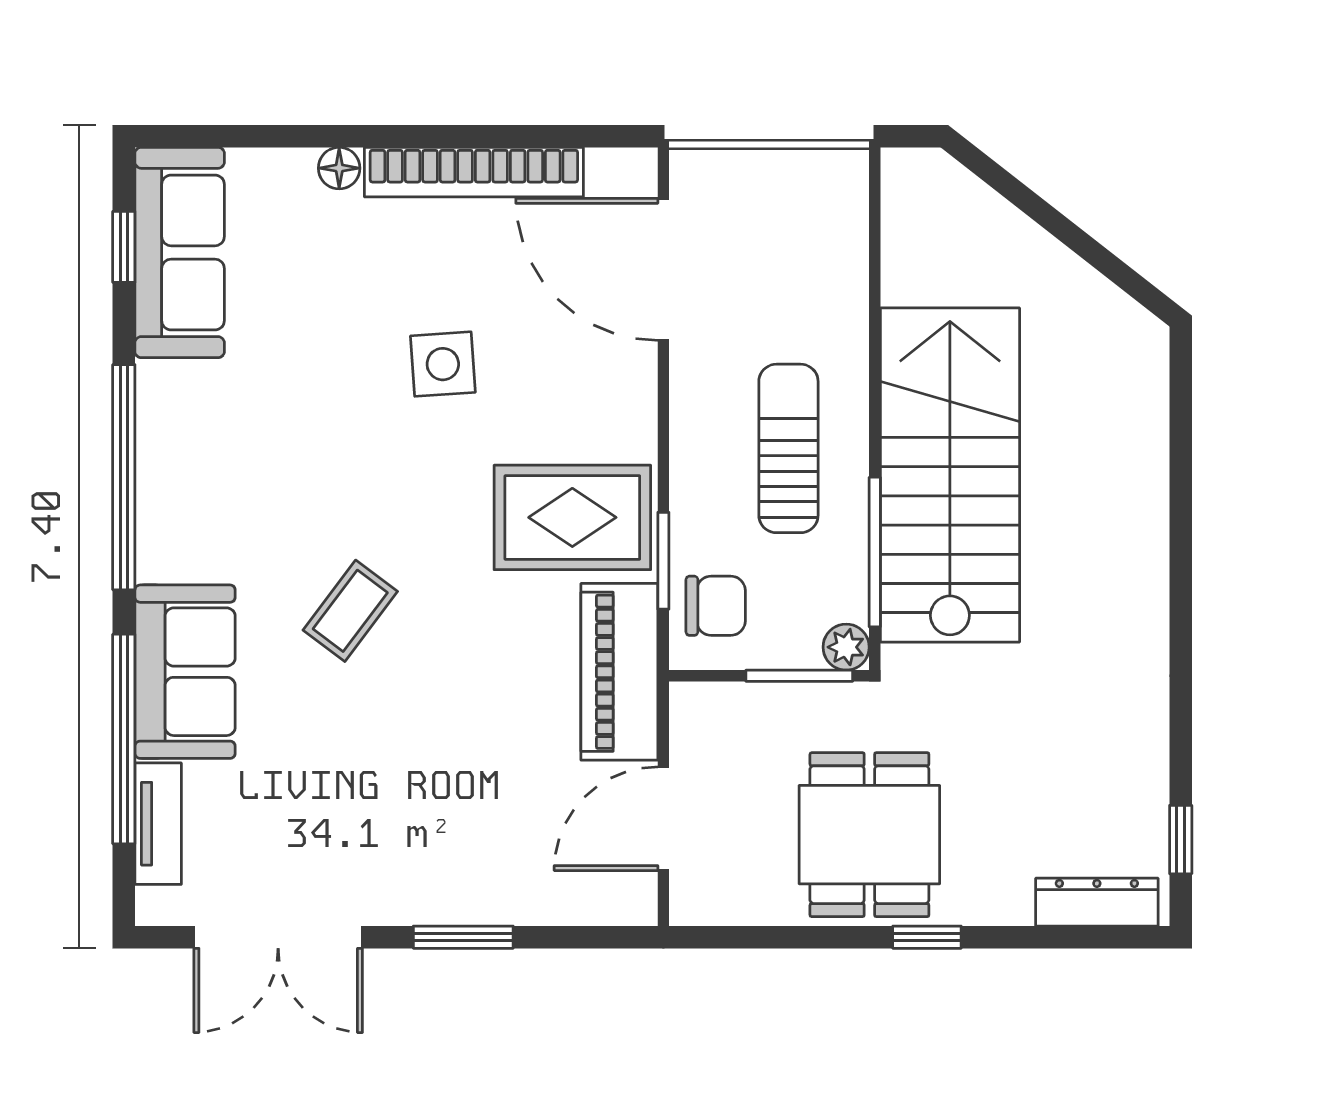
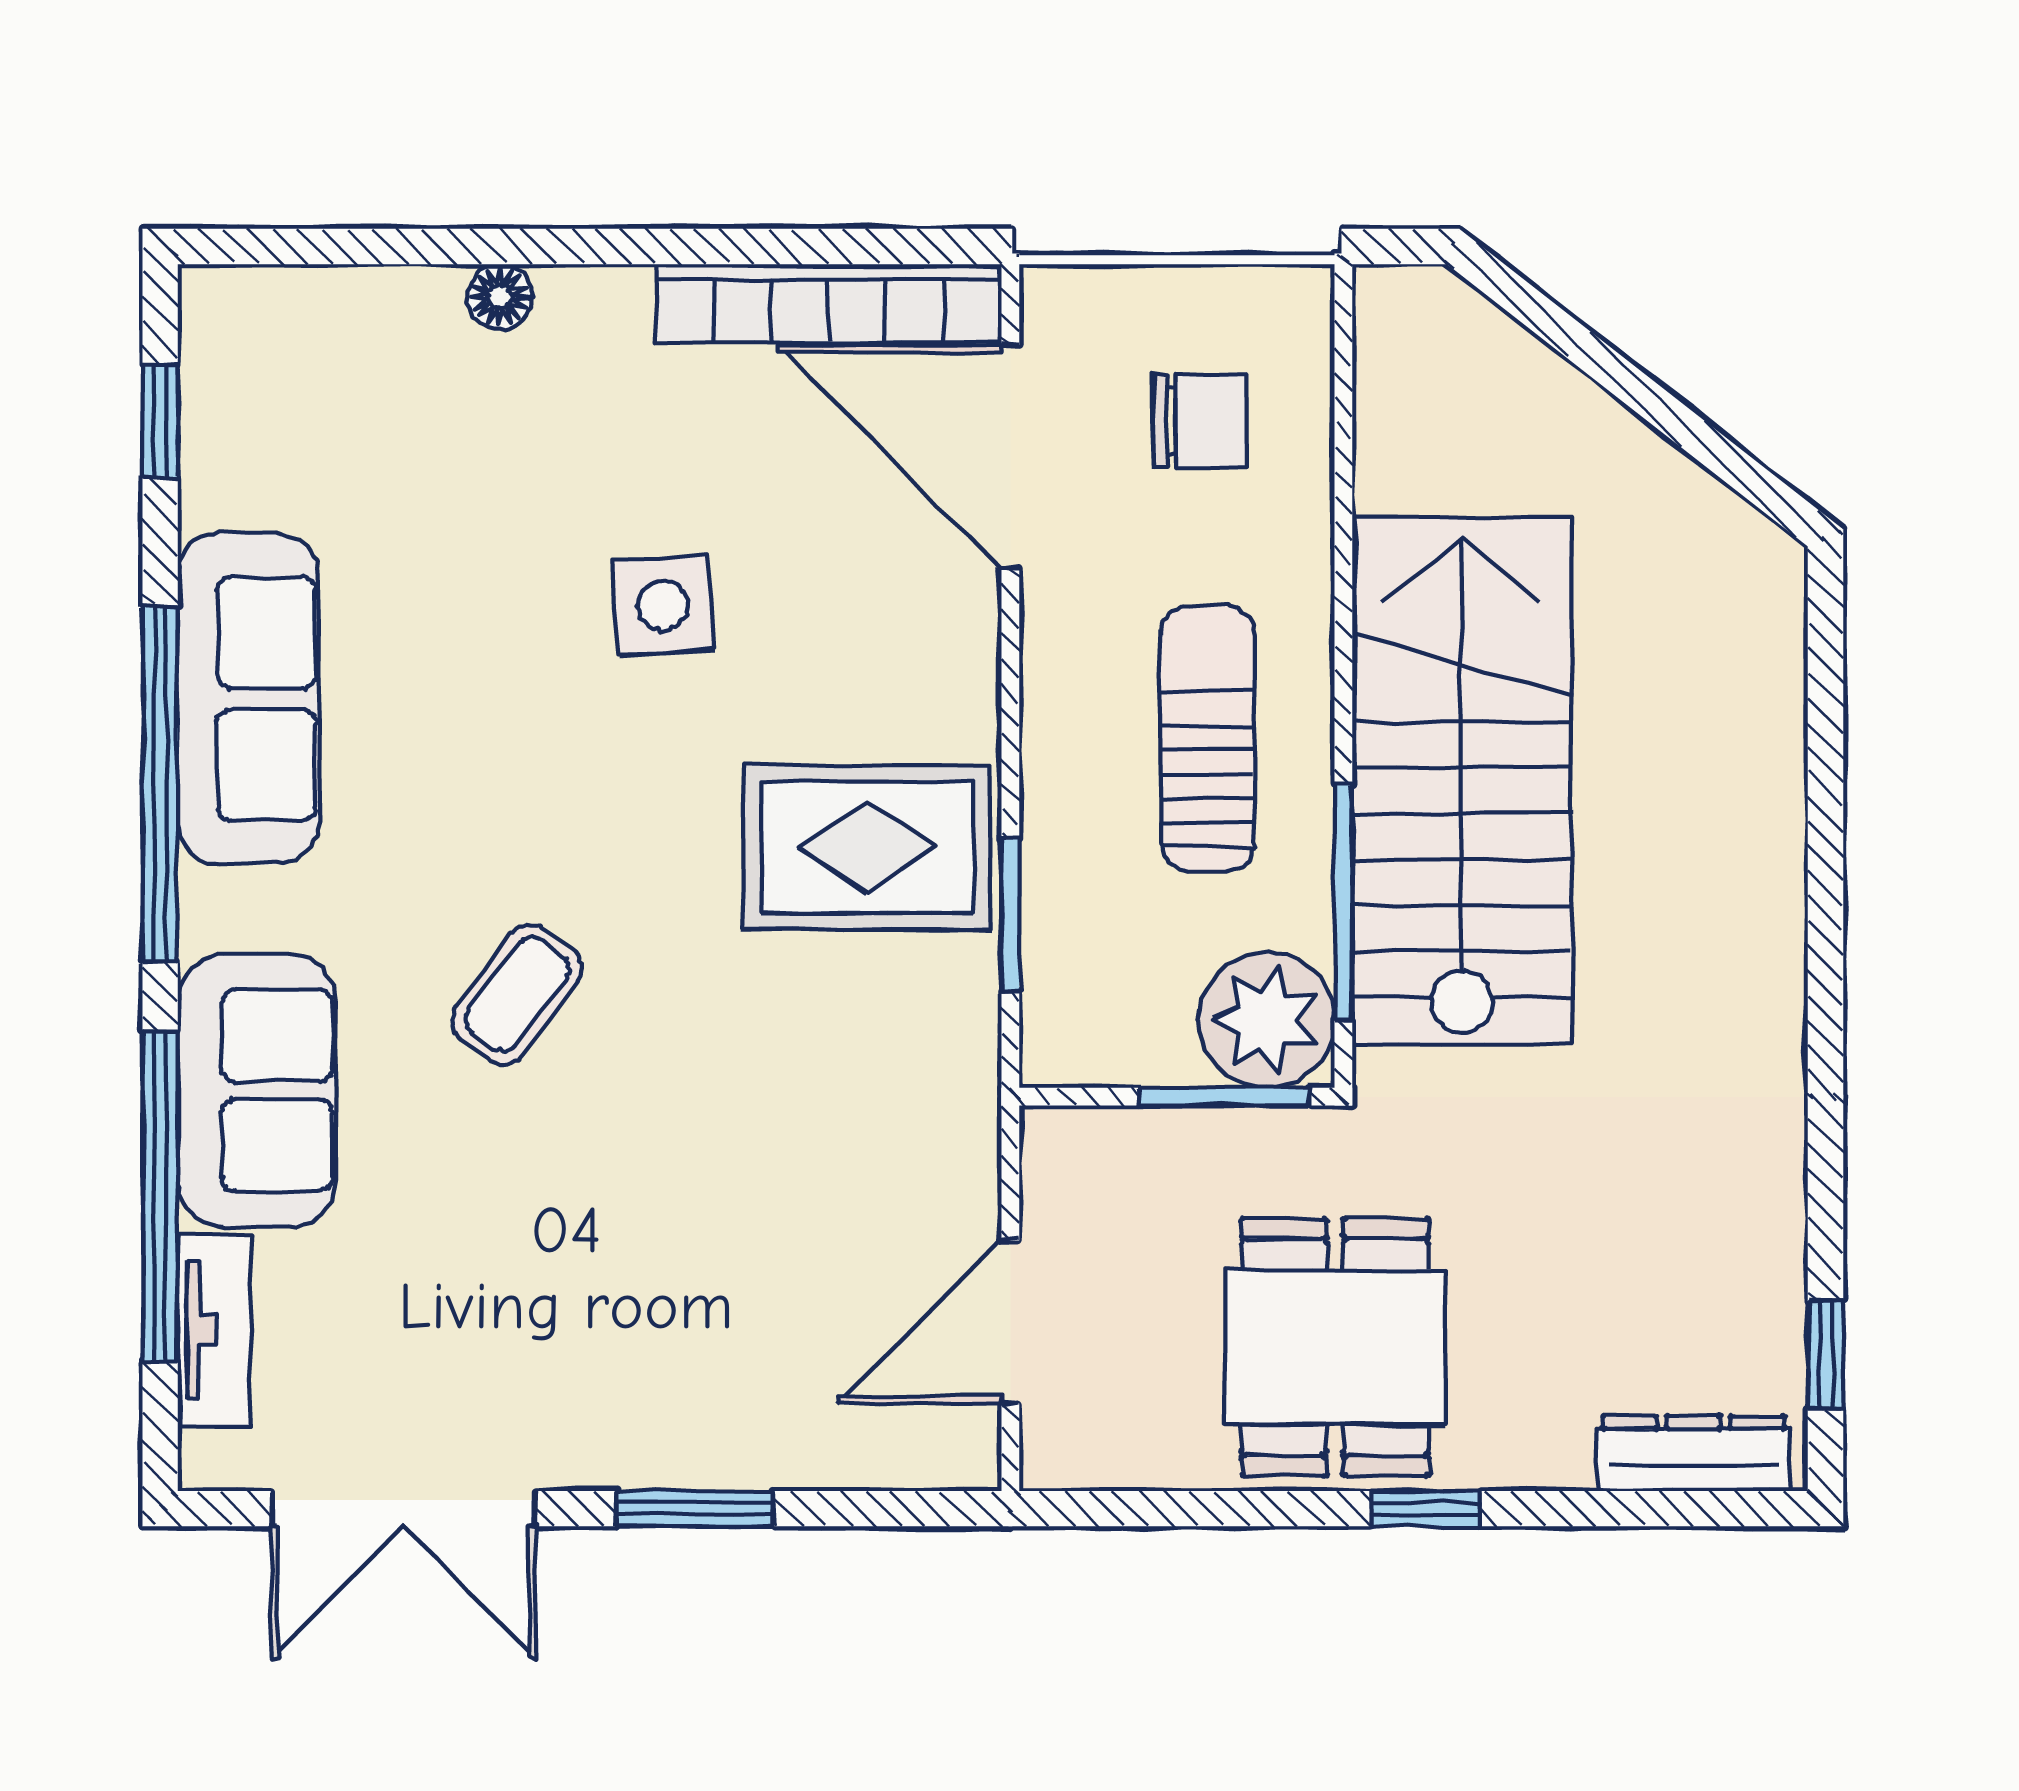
bookcase: (474, 172) -> (829, 303), moved
sofa: (180, 252) -> (248, 699), moved
chair: (716, 606) -> (1200, 421), moved
plant: (846, 647) -> (1267, 1020), width x1.88, depth x1.88
piano: (619, 672) -> (941, 1091), removed

